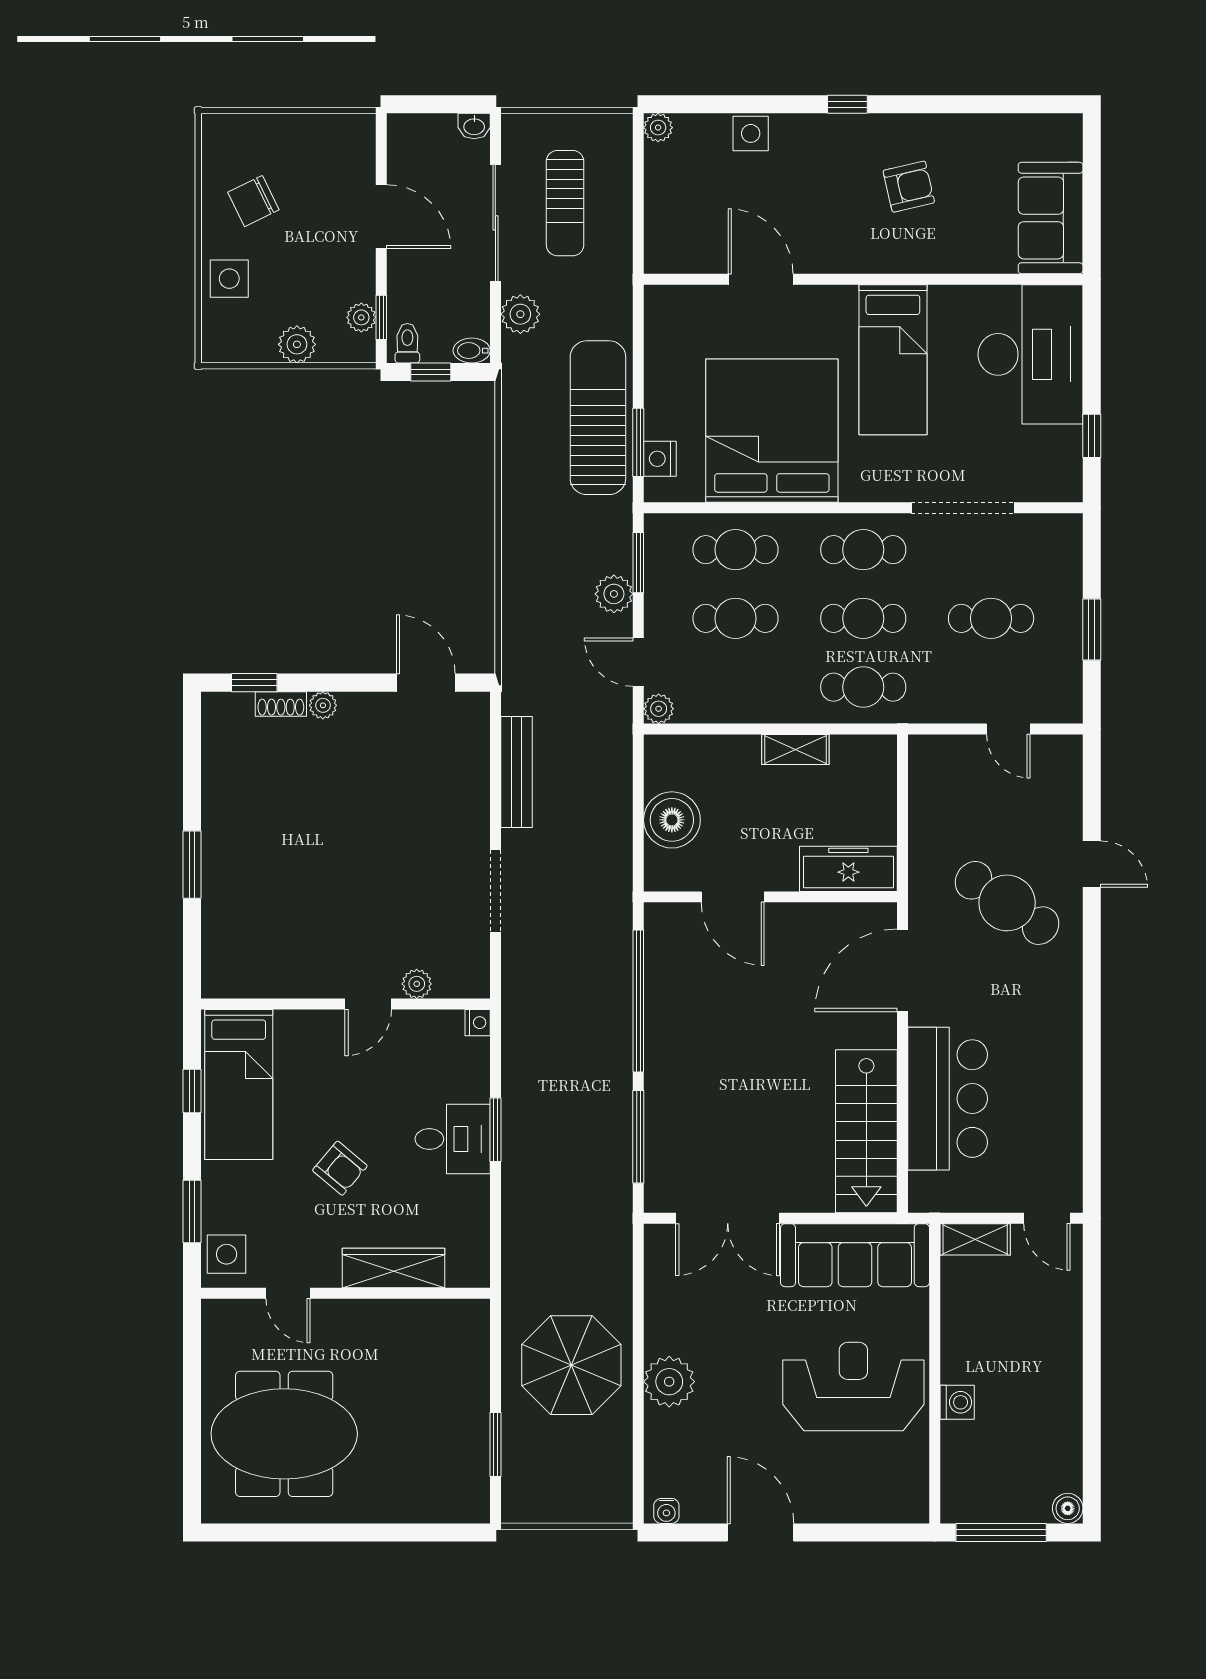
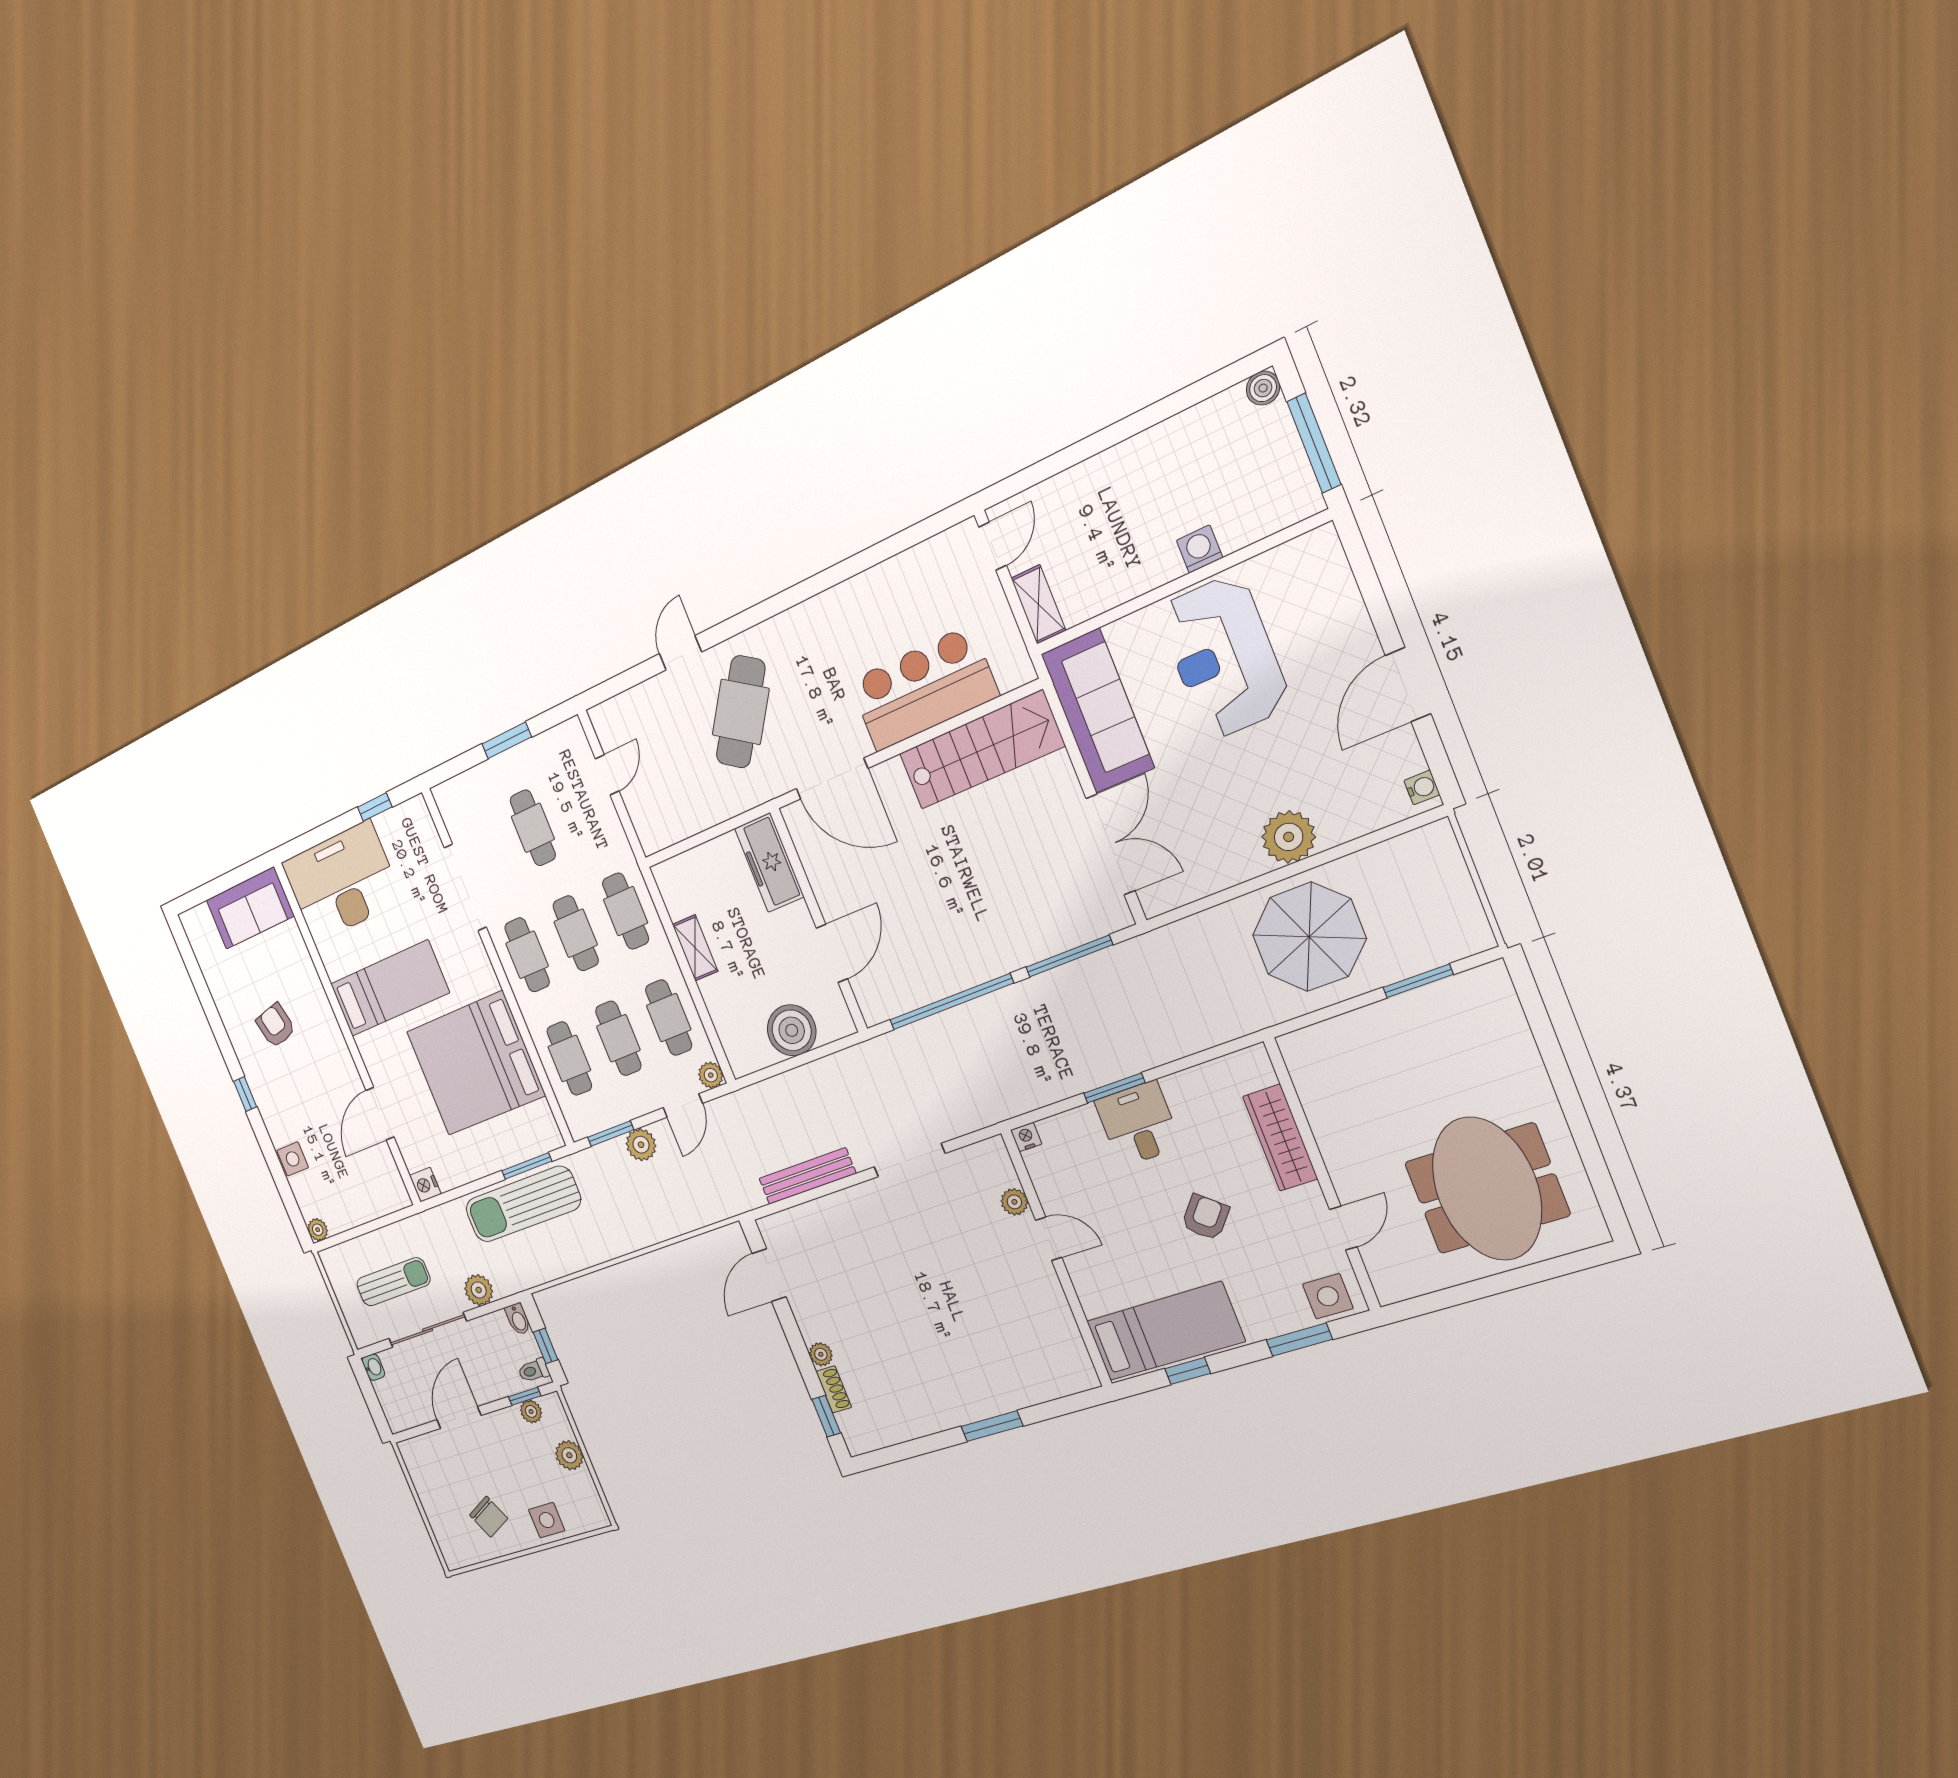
nightstand: (660, 459) -> (425, 1185), moved, turned 90
cafe table: (735, 687) -> (669, 1018), added

